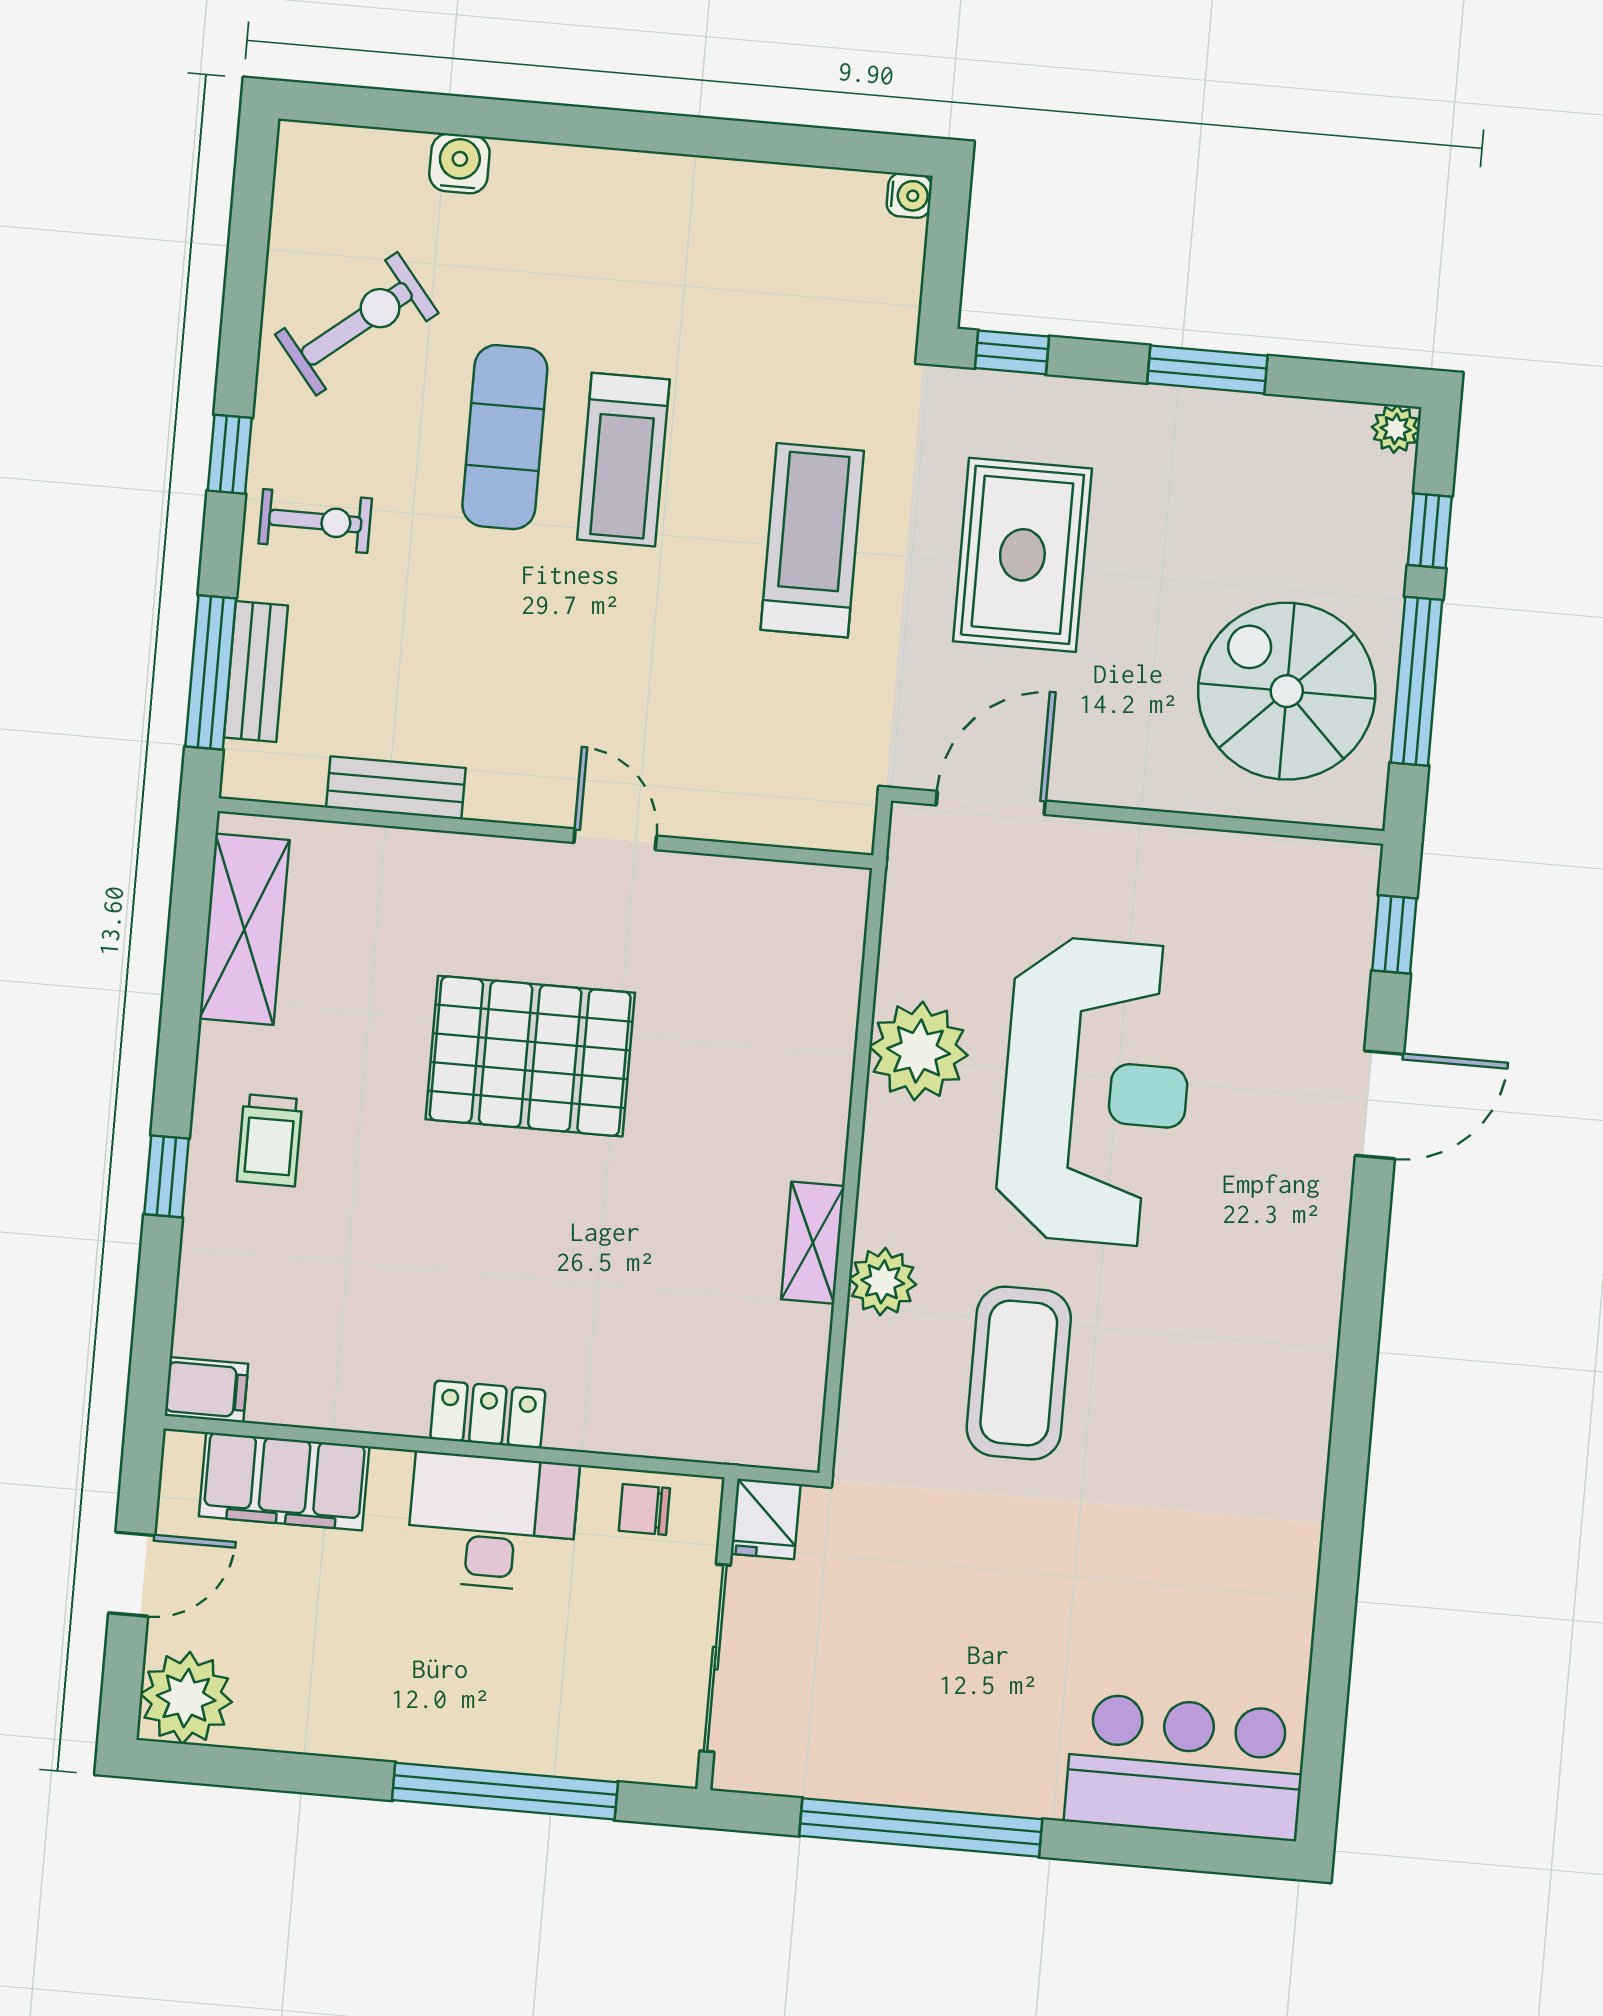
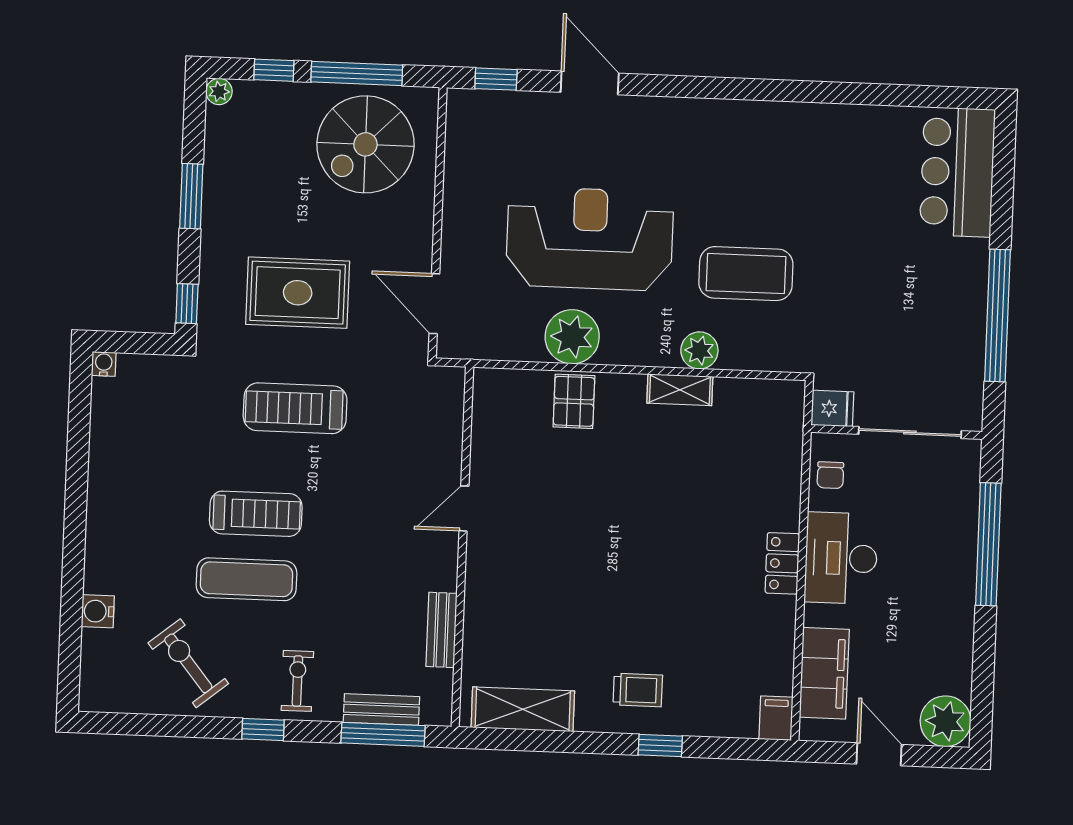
pallet: (530, 1056) -> (574, 401), moved, width x0.49, depth x0.50

